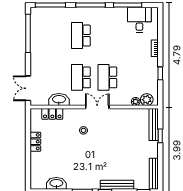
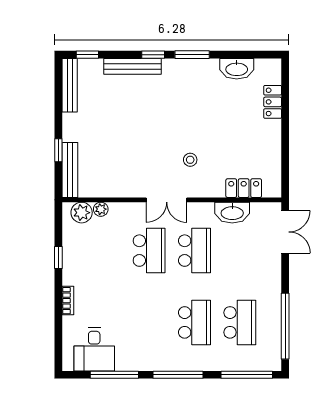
school desk: (55, 36) -> (240, 322), added
locker: (35, 142) -> (273, 102), moved

